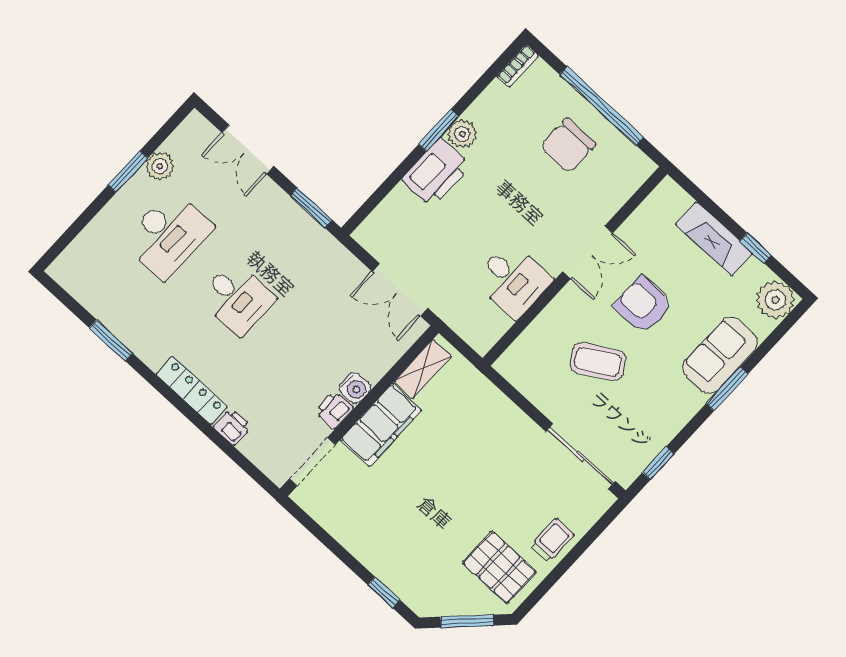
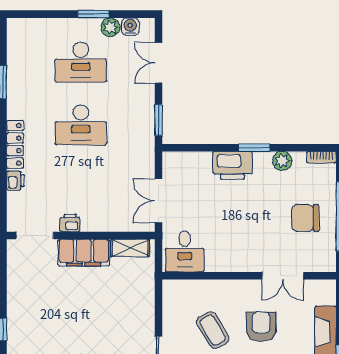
plant: (462, 134) -> (282, 161), moved
double door: (588, 252) -> (283, 276), moved
desk: (513, 280) -> (185, 251), moved
desk: (237, 298) -> (81, 125), width x1.37
water cooler: (355, 388) -> (130, 27), moved, turned 180

